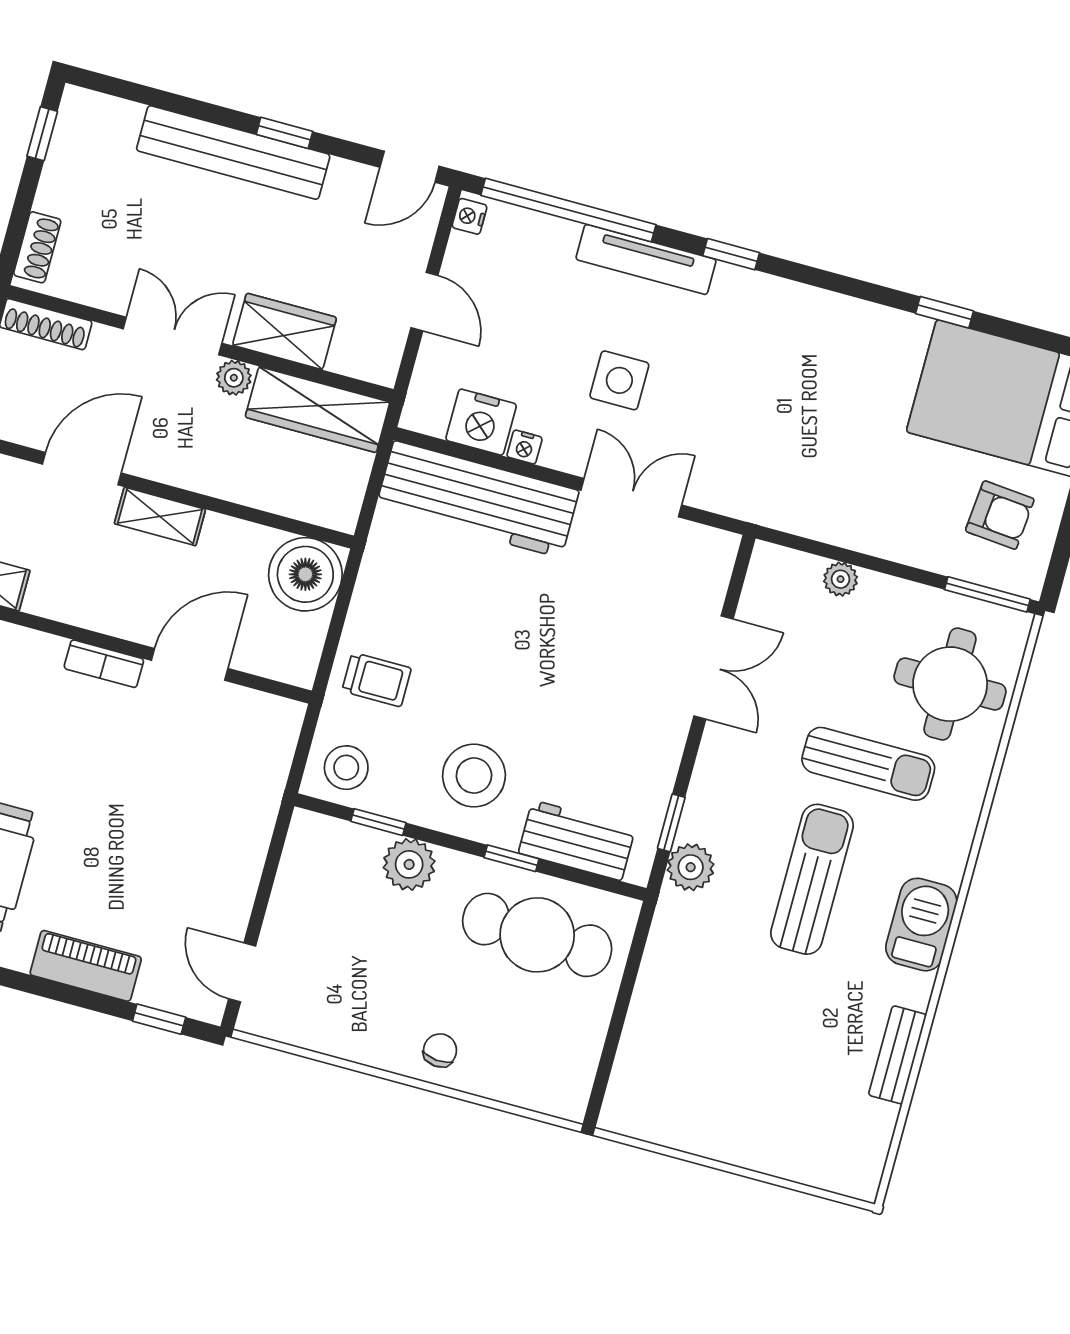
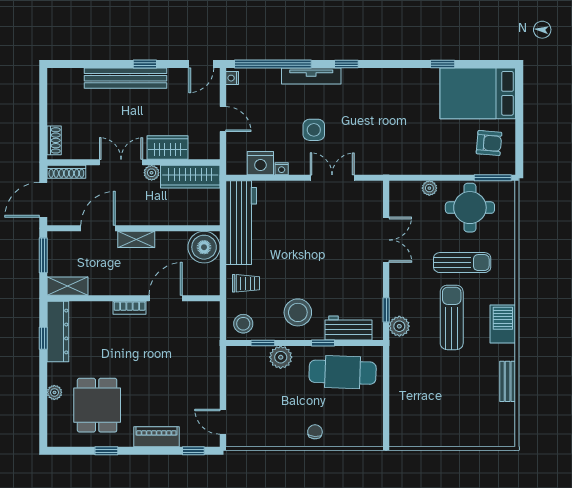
window: (42, 134) -> (43, 92), removed
workbench: (477, 499) -> (241, 223), moved, turned -90
round table: (950, 684) -> (470, 208), moved

